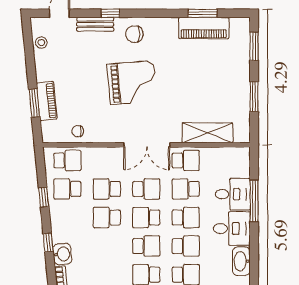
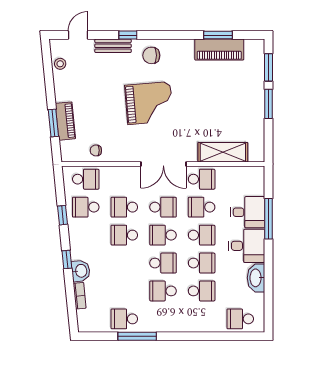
window: (254, 97) -> (269, 104), moved

